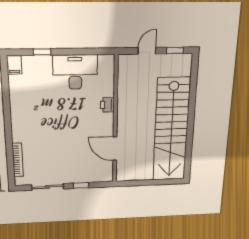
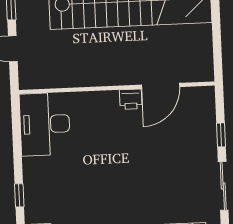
desk: (75, 72) -> (45, 124), moved
printer: (107, 105) -> (131, 99), moved

